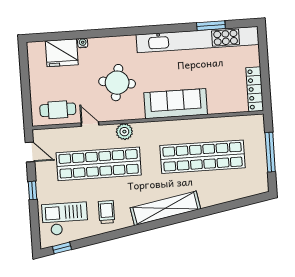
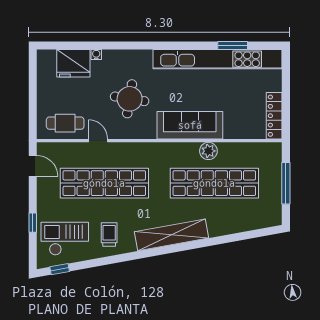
plant: (124, 132) -> (208, 151), moved
window: (33, 190) -> (33, 223), moved

